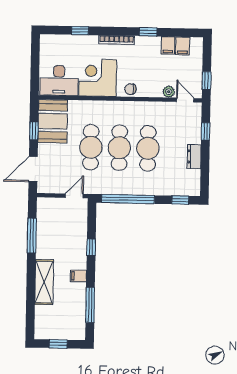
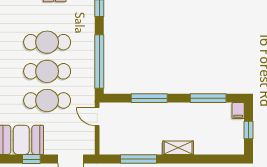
window: (91, 247) -> (149, 98), width x2.17
filing cabinet: (78, 276) -> (238, 111), moved
shelving: (44, 282) -> (178, 148), width x0.67, depth x0.75

